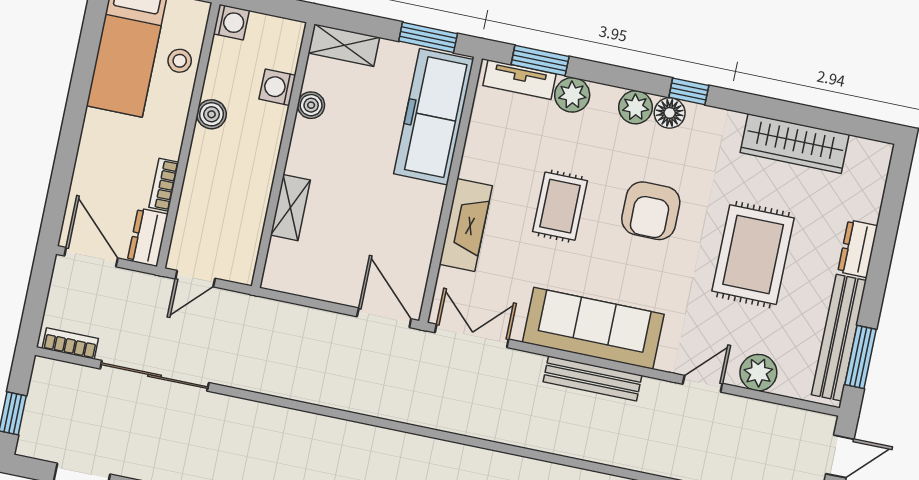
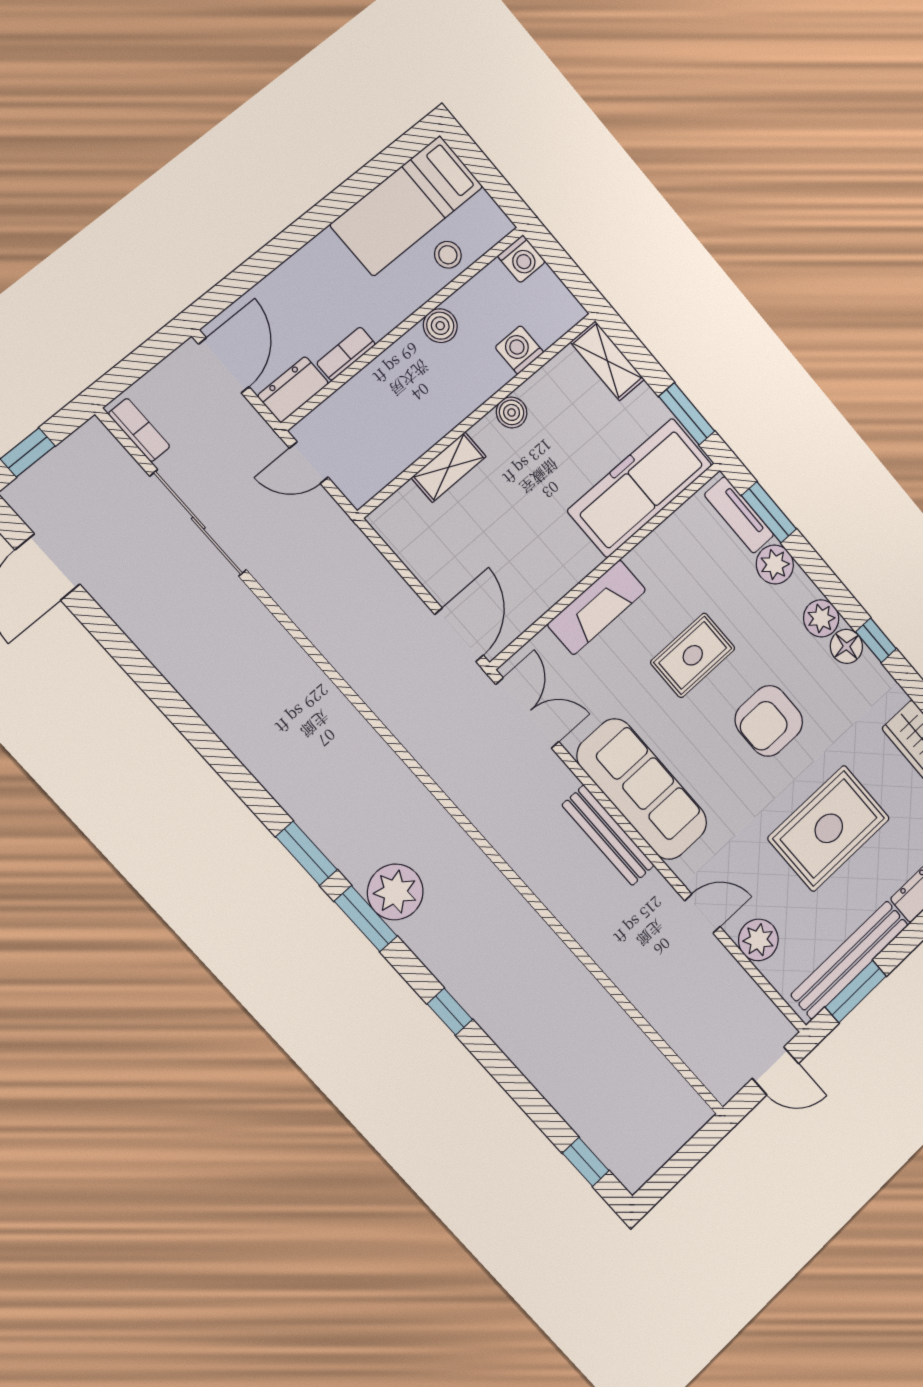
boiler: (311, 105) -> (512, 412), moved

